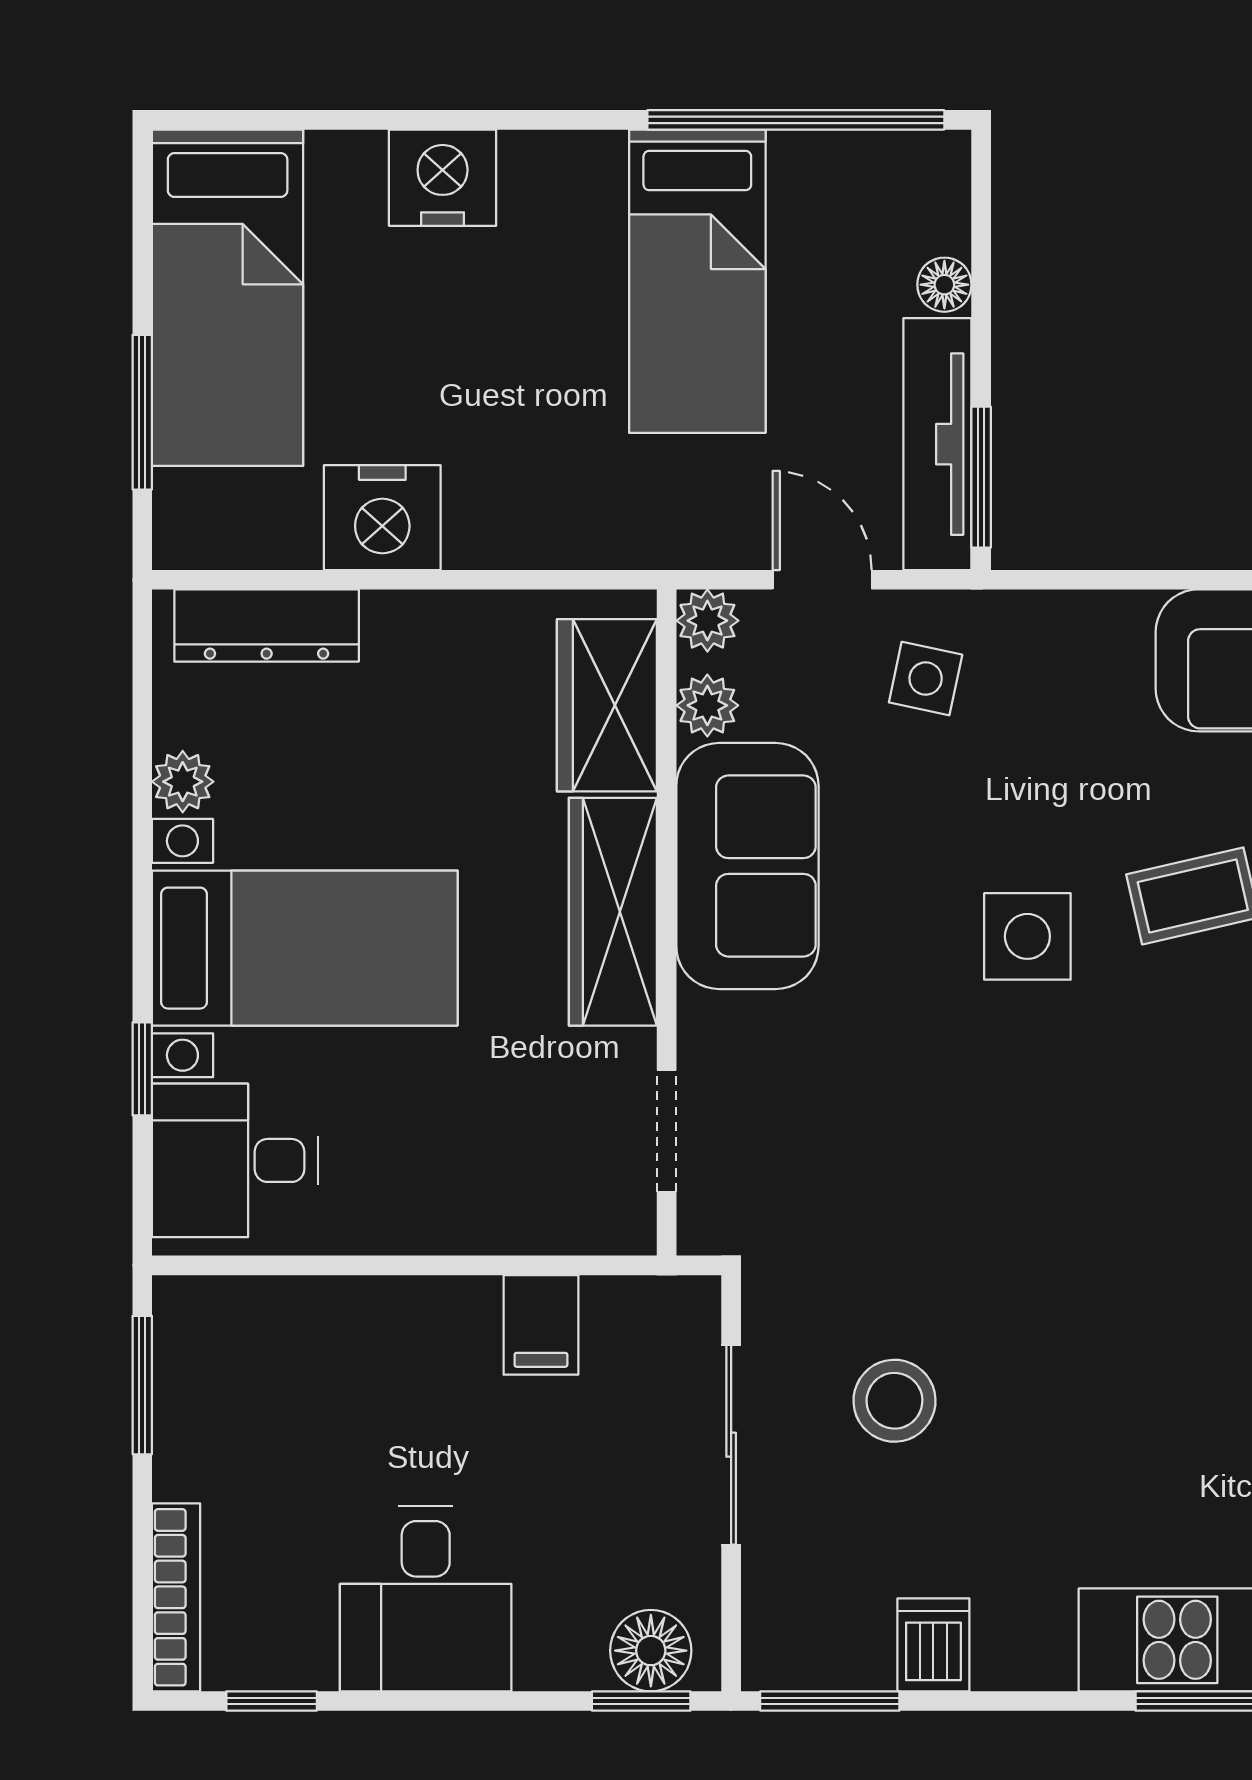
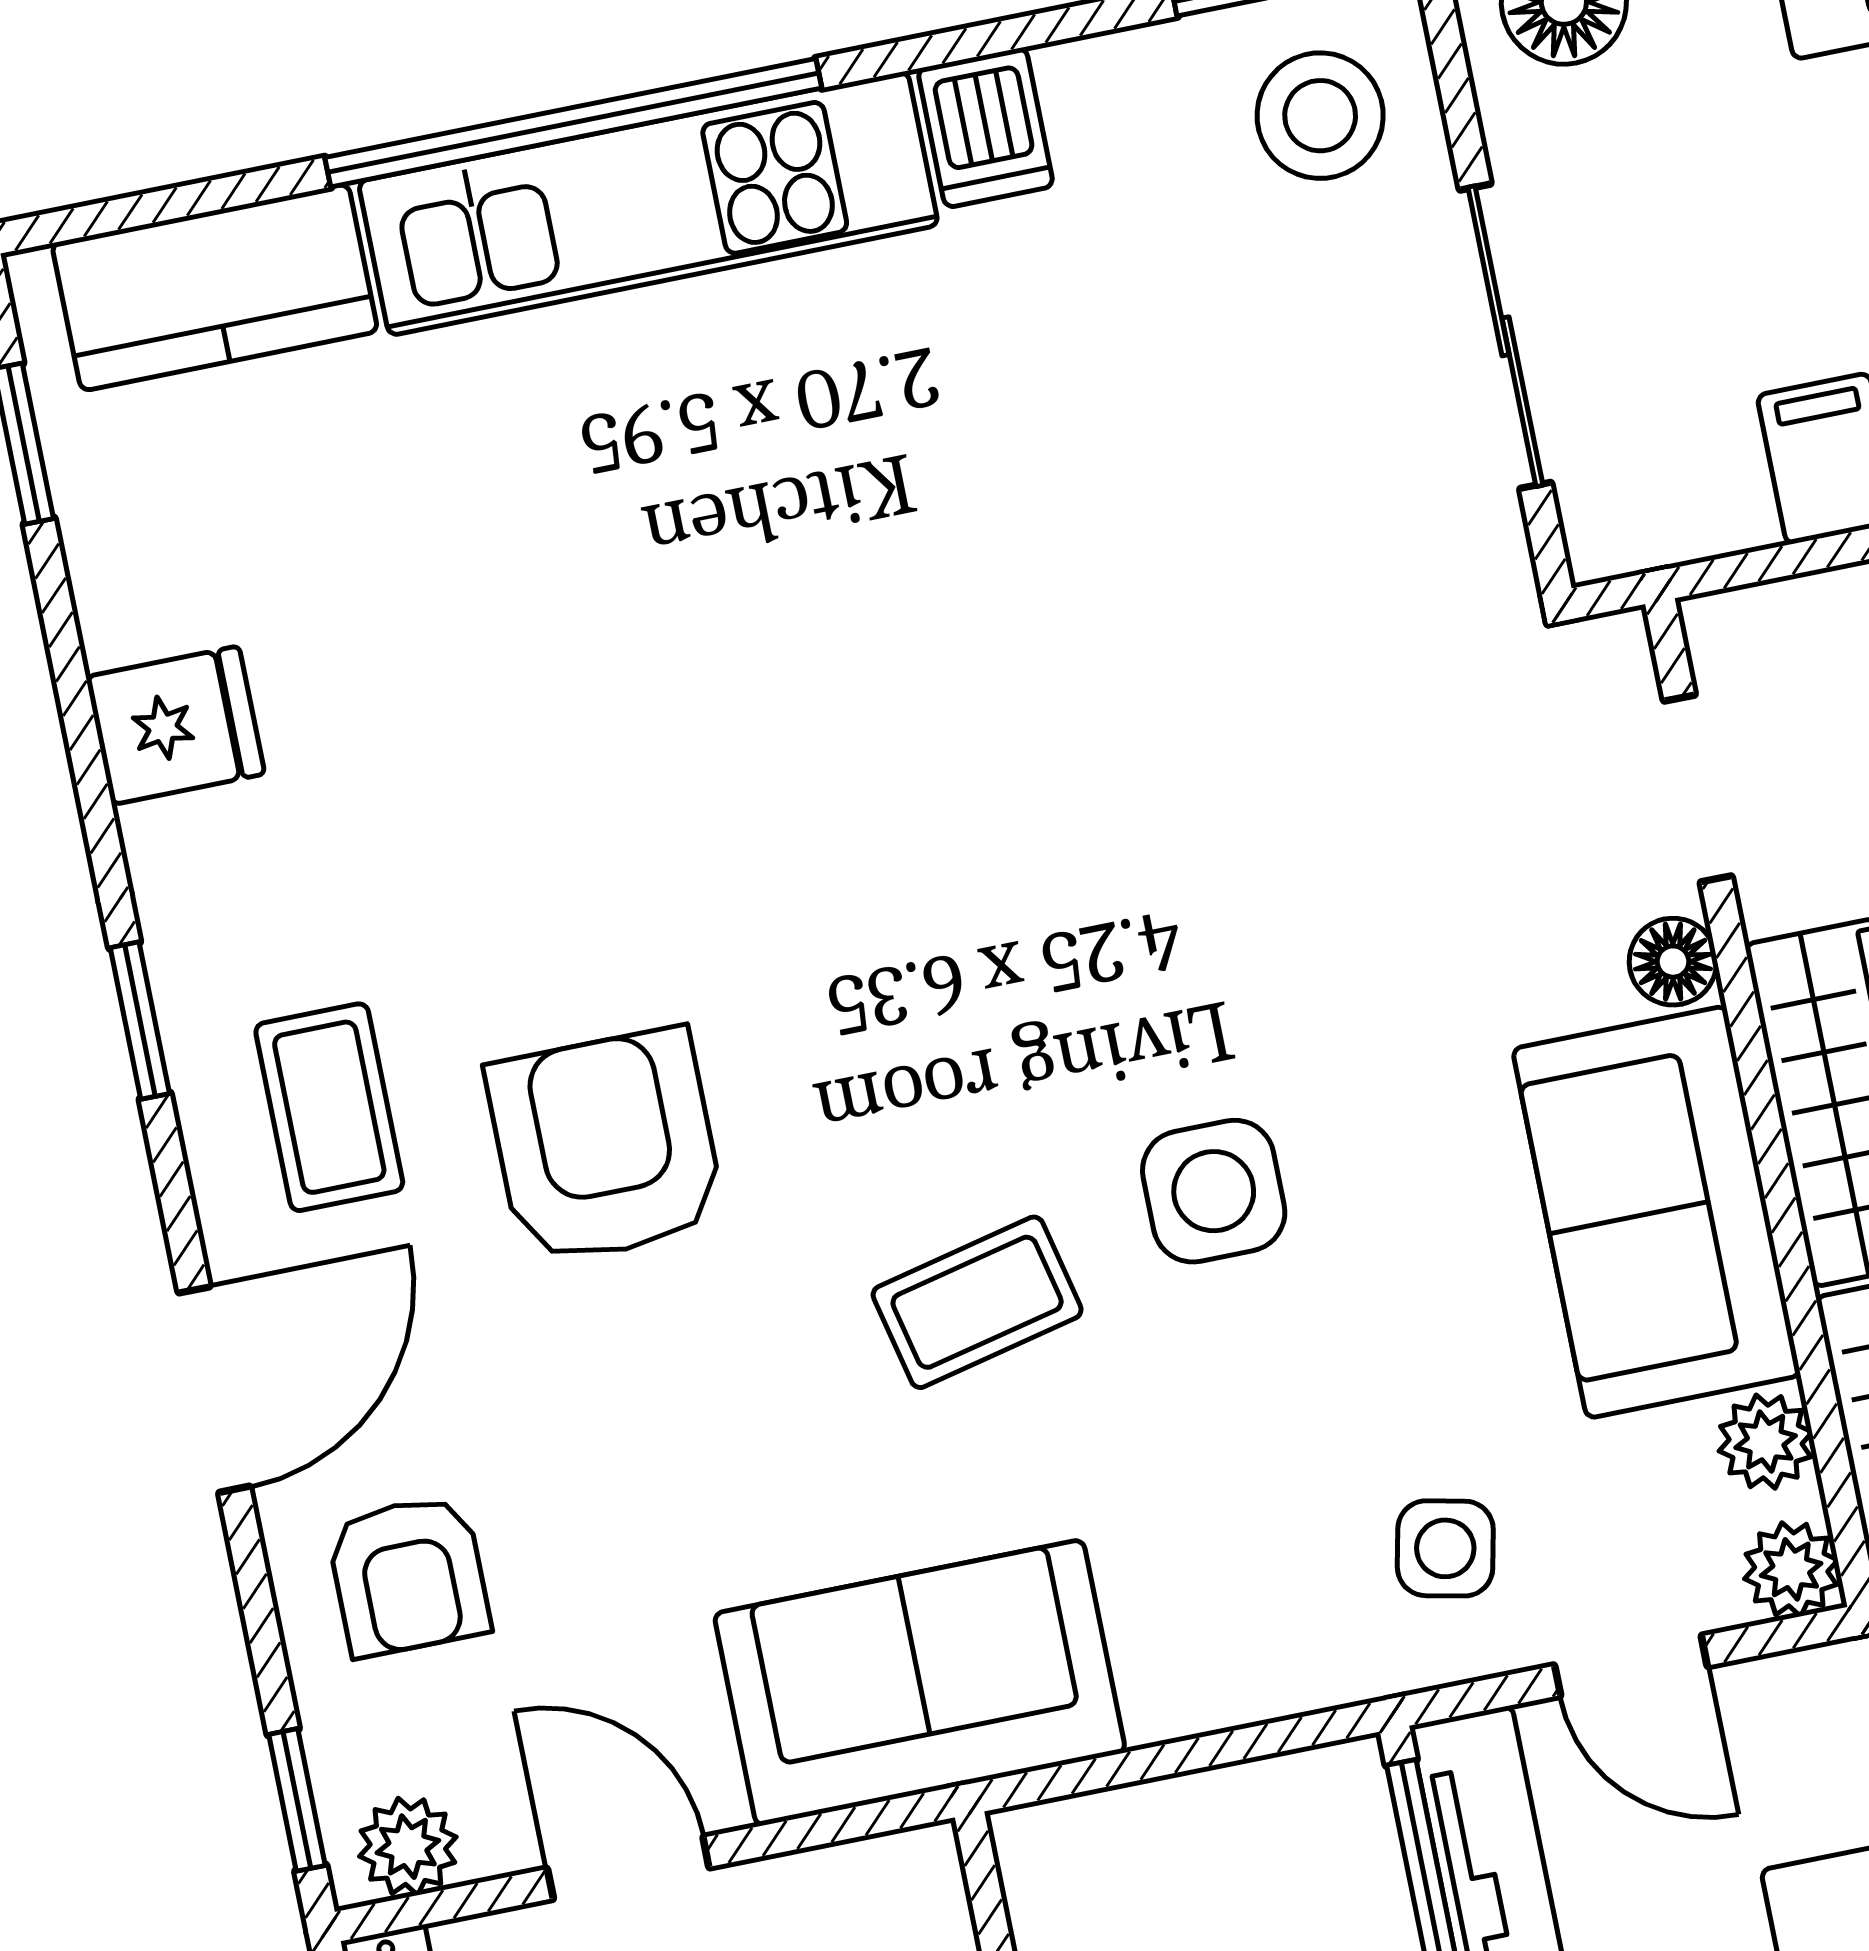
floor lamp: (705, 1024) -> (1673, 962), added
stool: (894, 1401) -> (1320, 116), moved
dishwasher: (933, 1645) -> (986, 128), moved

